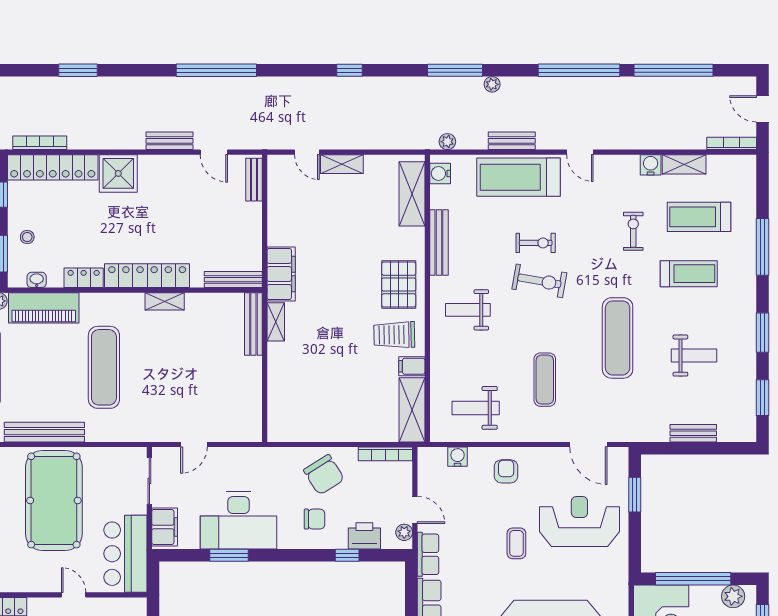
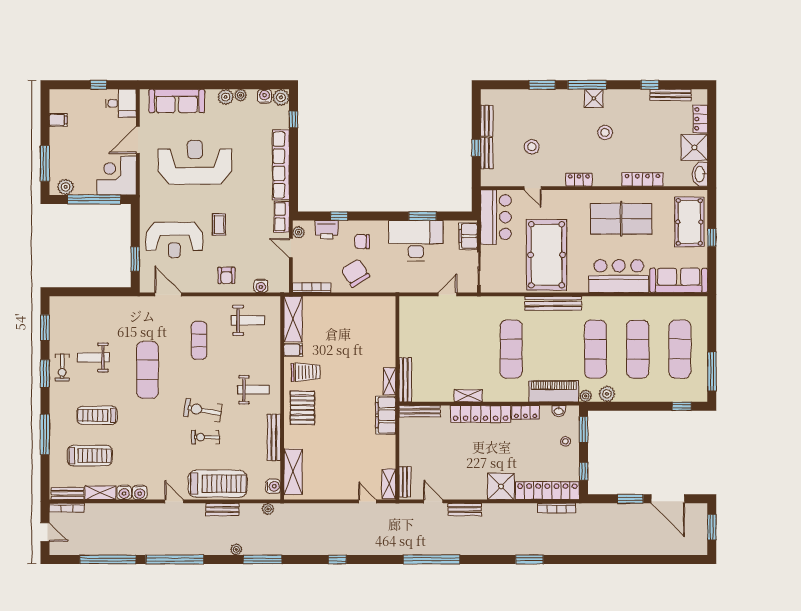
shelving: (342, 164) -> (389, 484), moved, turned 90
water cooler: (629, 165) -> (140, 492), added
exercise bike: (633, 231) -> (62, 368), moved
bench: (693, 433) -> (67, 493), moved

